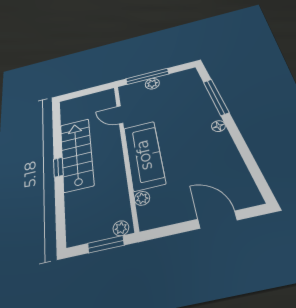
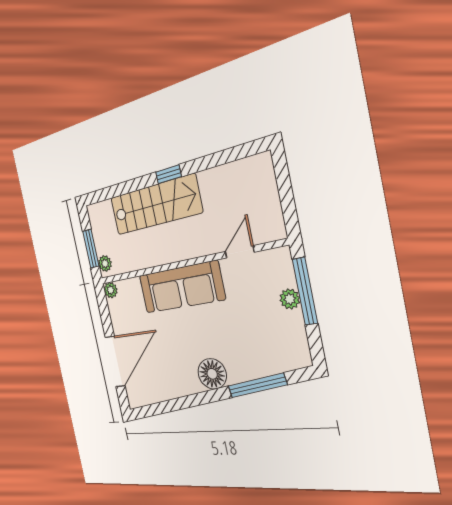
floor lamp: (218, 126) -> (212, 374), width x1.89, depth x1.89
stairs: (77, 154) -> (155, 205), moved
plant: (142, 198) -> (111, 290), moved
door: (217, 220) -> (115, 361), width x1.36

